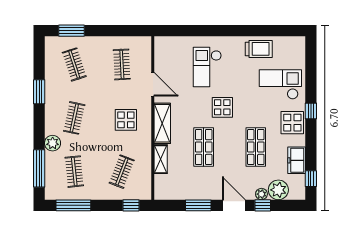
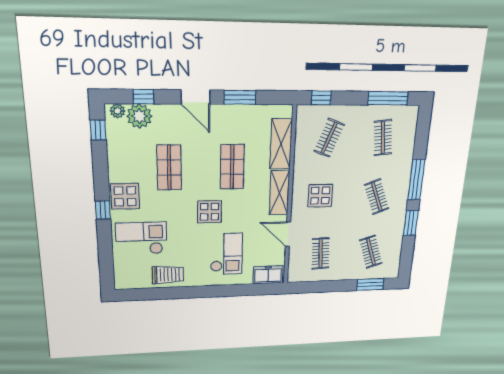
trolley: (259, 49) -> (168, 275), turned 180
checkout: (280, 84) -> (141, 238), turned 180
clothes rail: (74, 118) -> (377, 197), turned -33
plant: (53, 143) -> (403, 169), removed
shelving: (161, 159) -> (281, 144), width x1.50, depth x1.33
freezer: (297, 160) -> (268, 275), moved, turned -90
window: (39, 168) -> (416, 180), moved
plant: (261, 194) -> (117, 111), moved
window: (263, 205) -> (143, 97), moved

